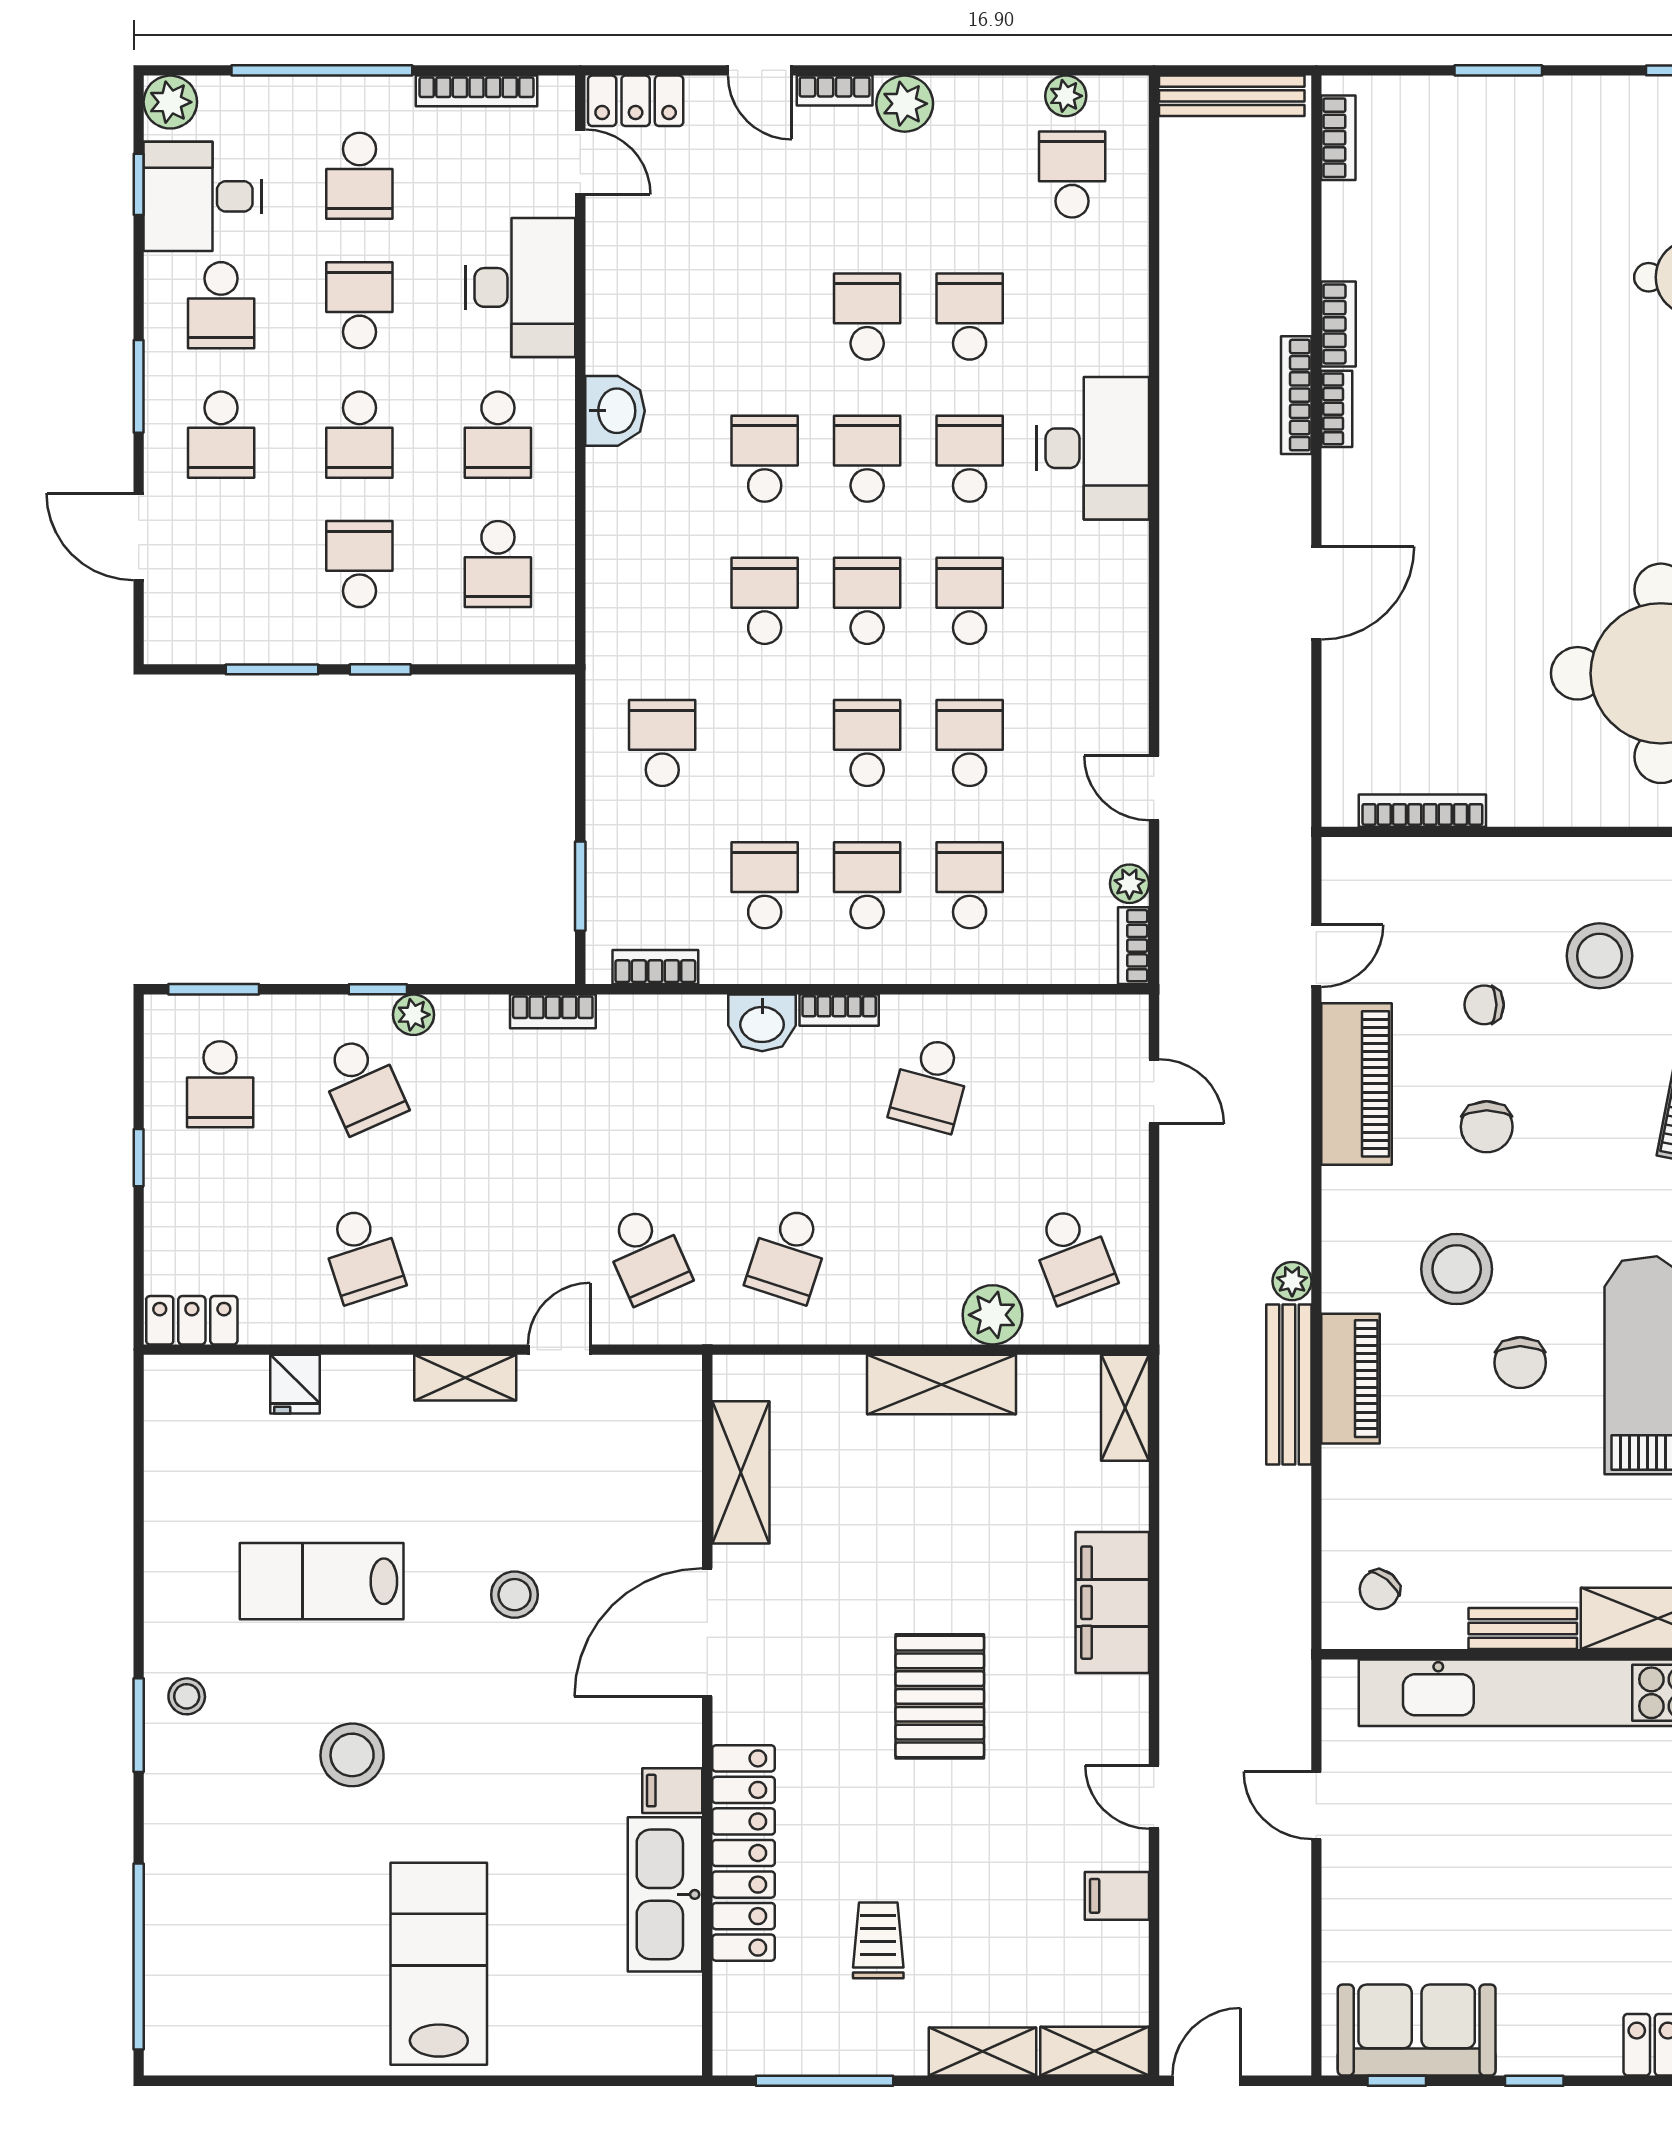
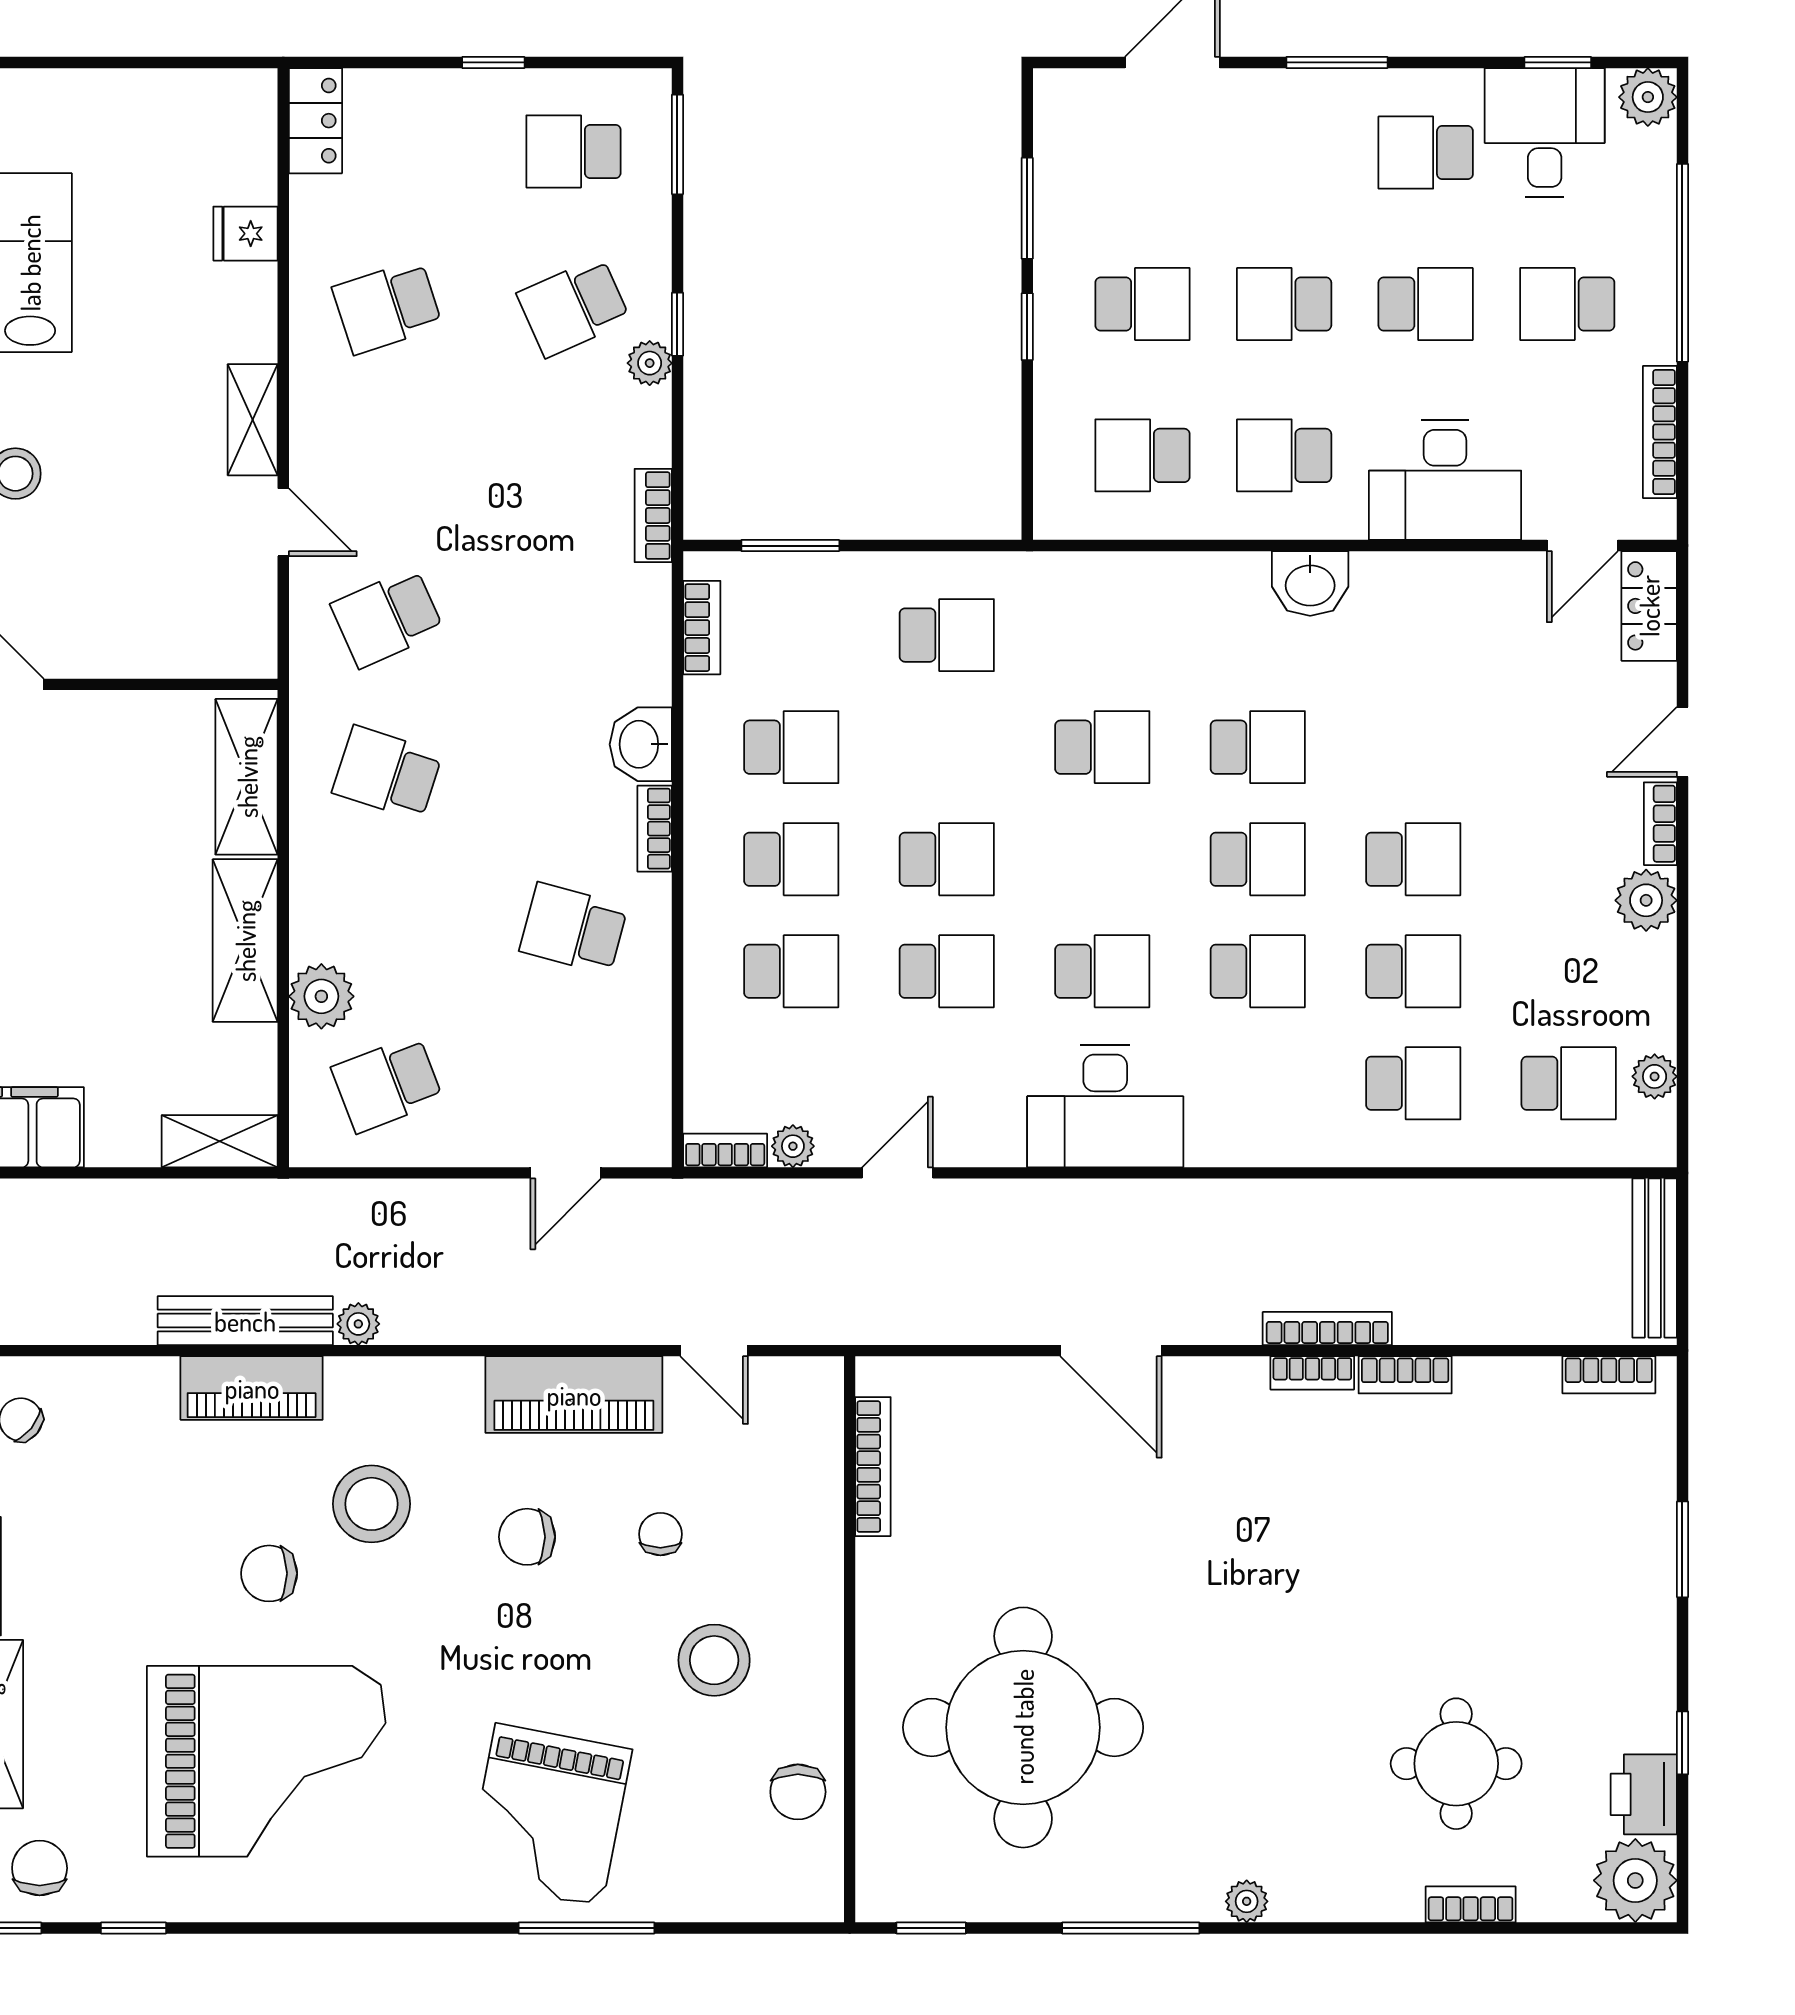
school desk: (221, 435) -> (1284, 153), removed
desk: (1093, 448) -> (1105, 1106), moved
school desk: (867, 601) -> (1413, 1083), moved
shelving: (741, 1472) -> (247, 777), moved, turned 90

